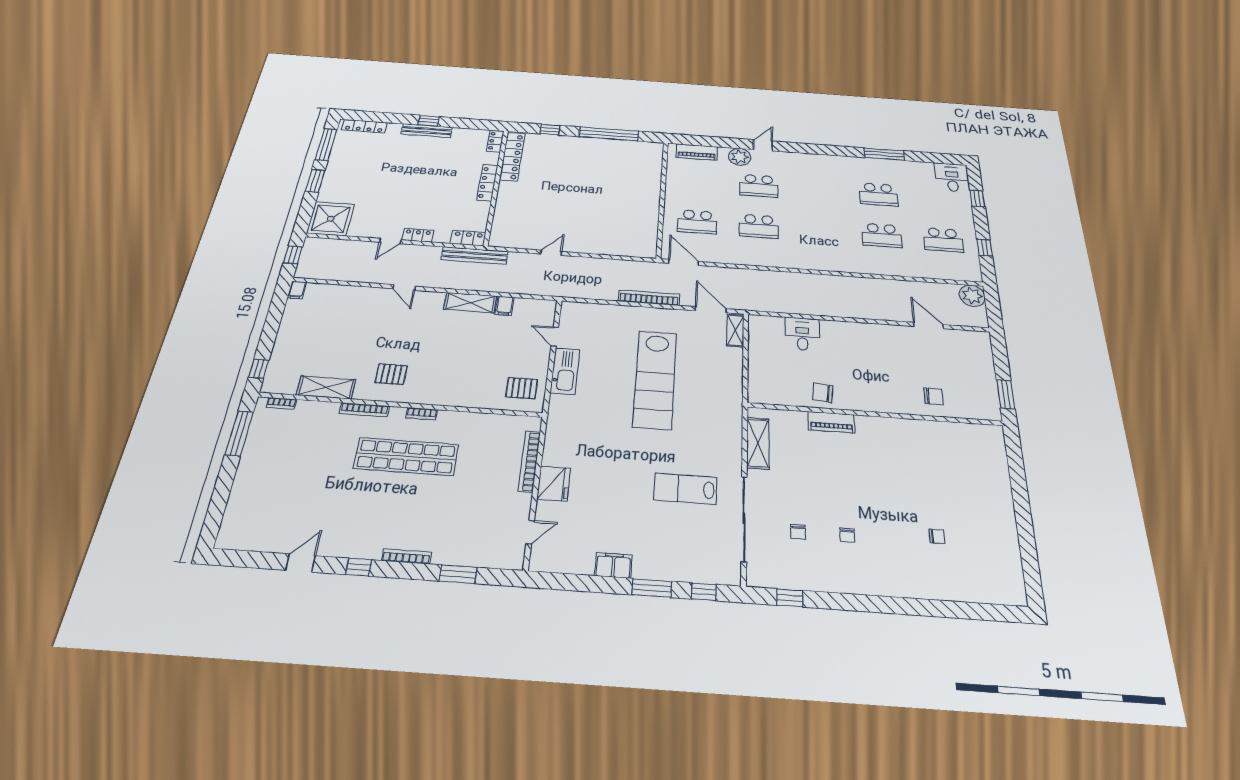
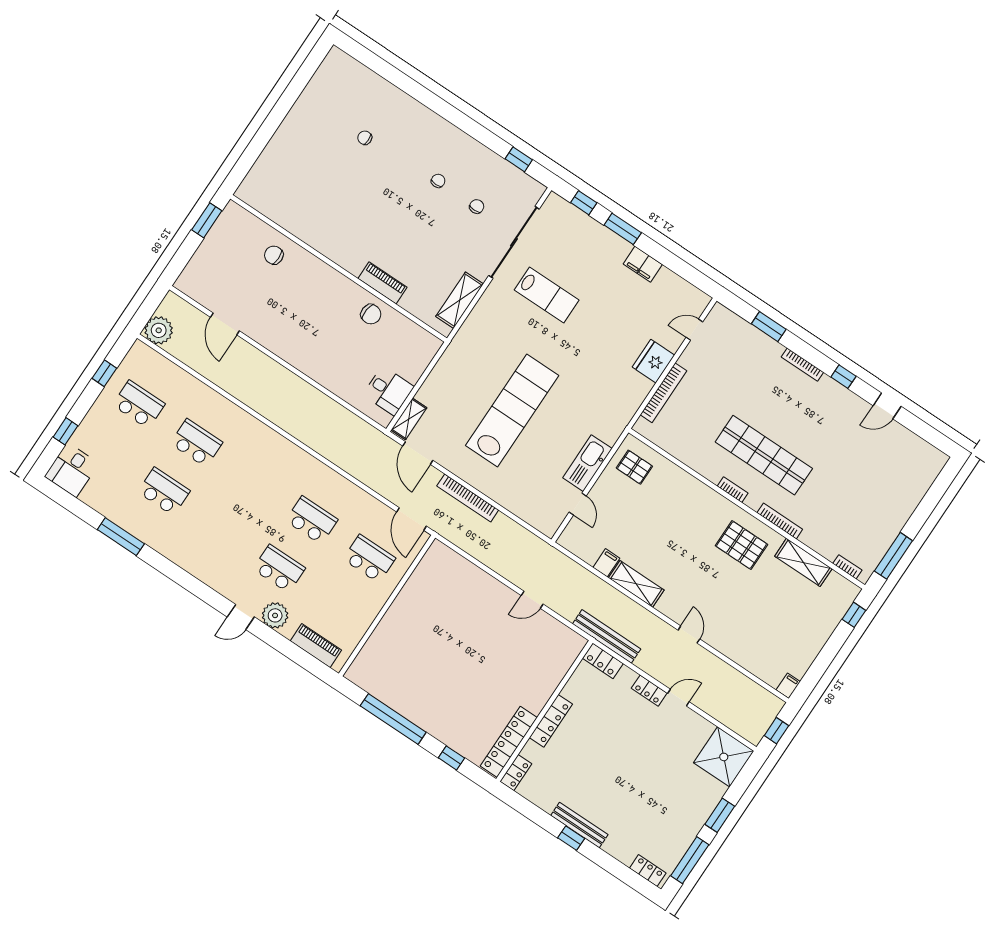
locker: (364, 126) -> (648, 871), width x0.66
desk: (802, 334) -> (388, 391), moved, turned -90
pallet: (391, 374) -> (741, 545), width x1.50, depth x1.42

